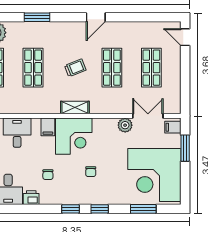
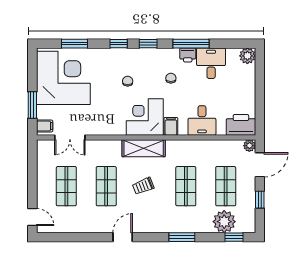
shelving: (75, 107) -> (144, 148), width x1.50, depth x1.33
plant: (125, 125) -> (93, 128), removed
window: (28, 209) -> (191, 44), added

